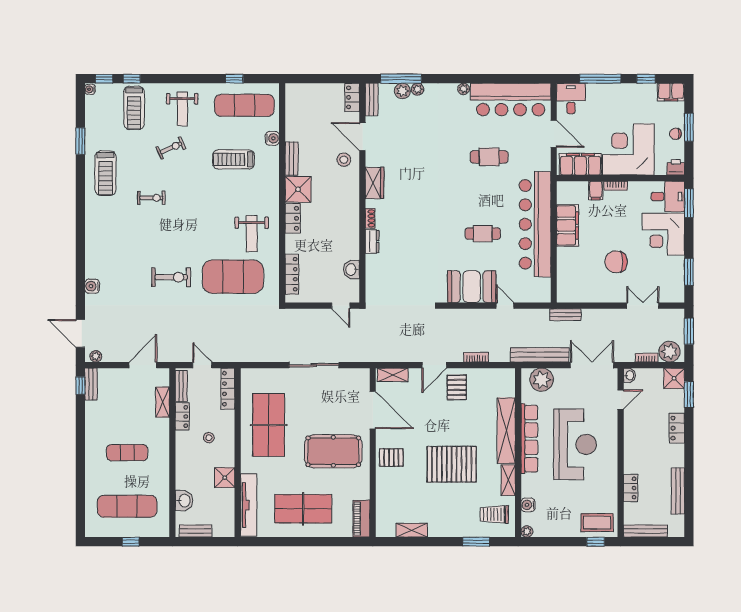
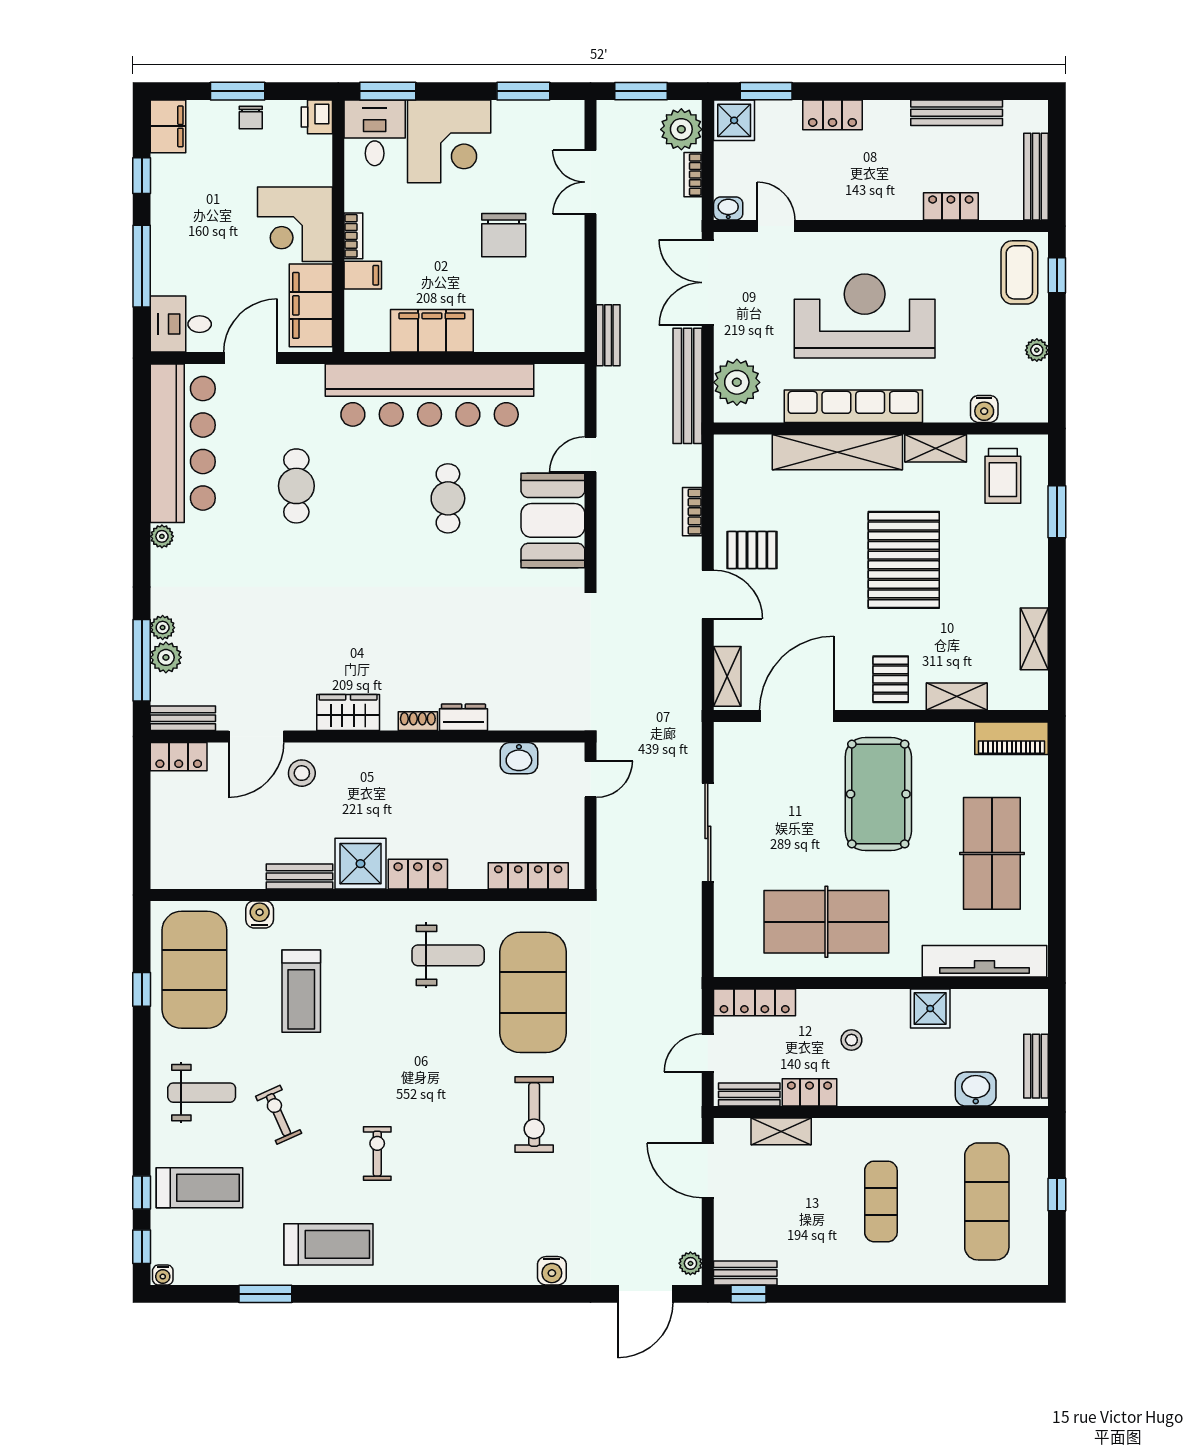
exercise mat: (244, 105) -> (194, 970), width x1.47
corner desk: (628, 149) -> (295, 224), width x0.74, depth x0.74
exercise bike: (171, 277) -> (534, 1114), turned 180
shelving: (383, 491) -> (957, 696), added
plant: (527, 531) -> (1037, 350), moved

